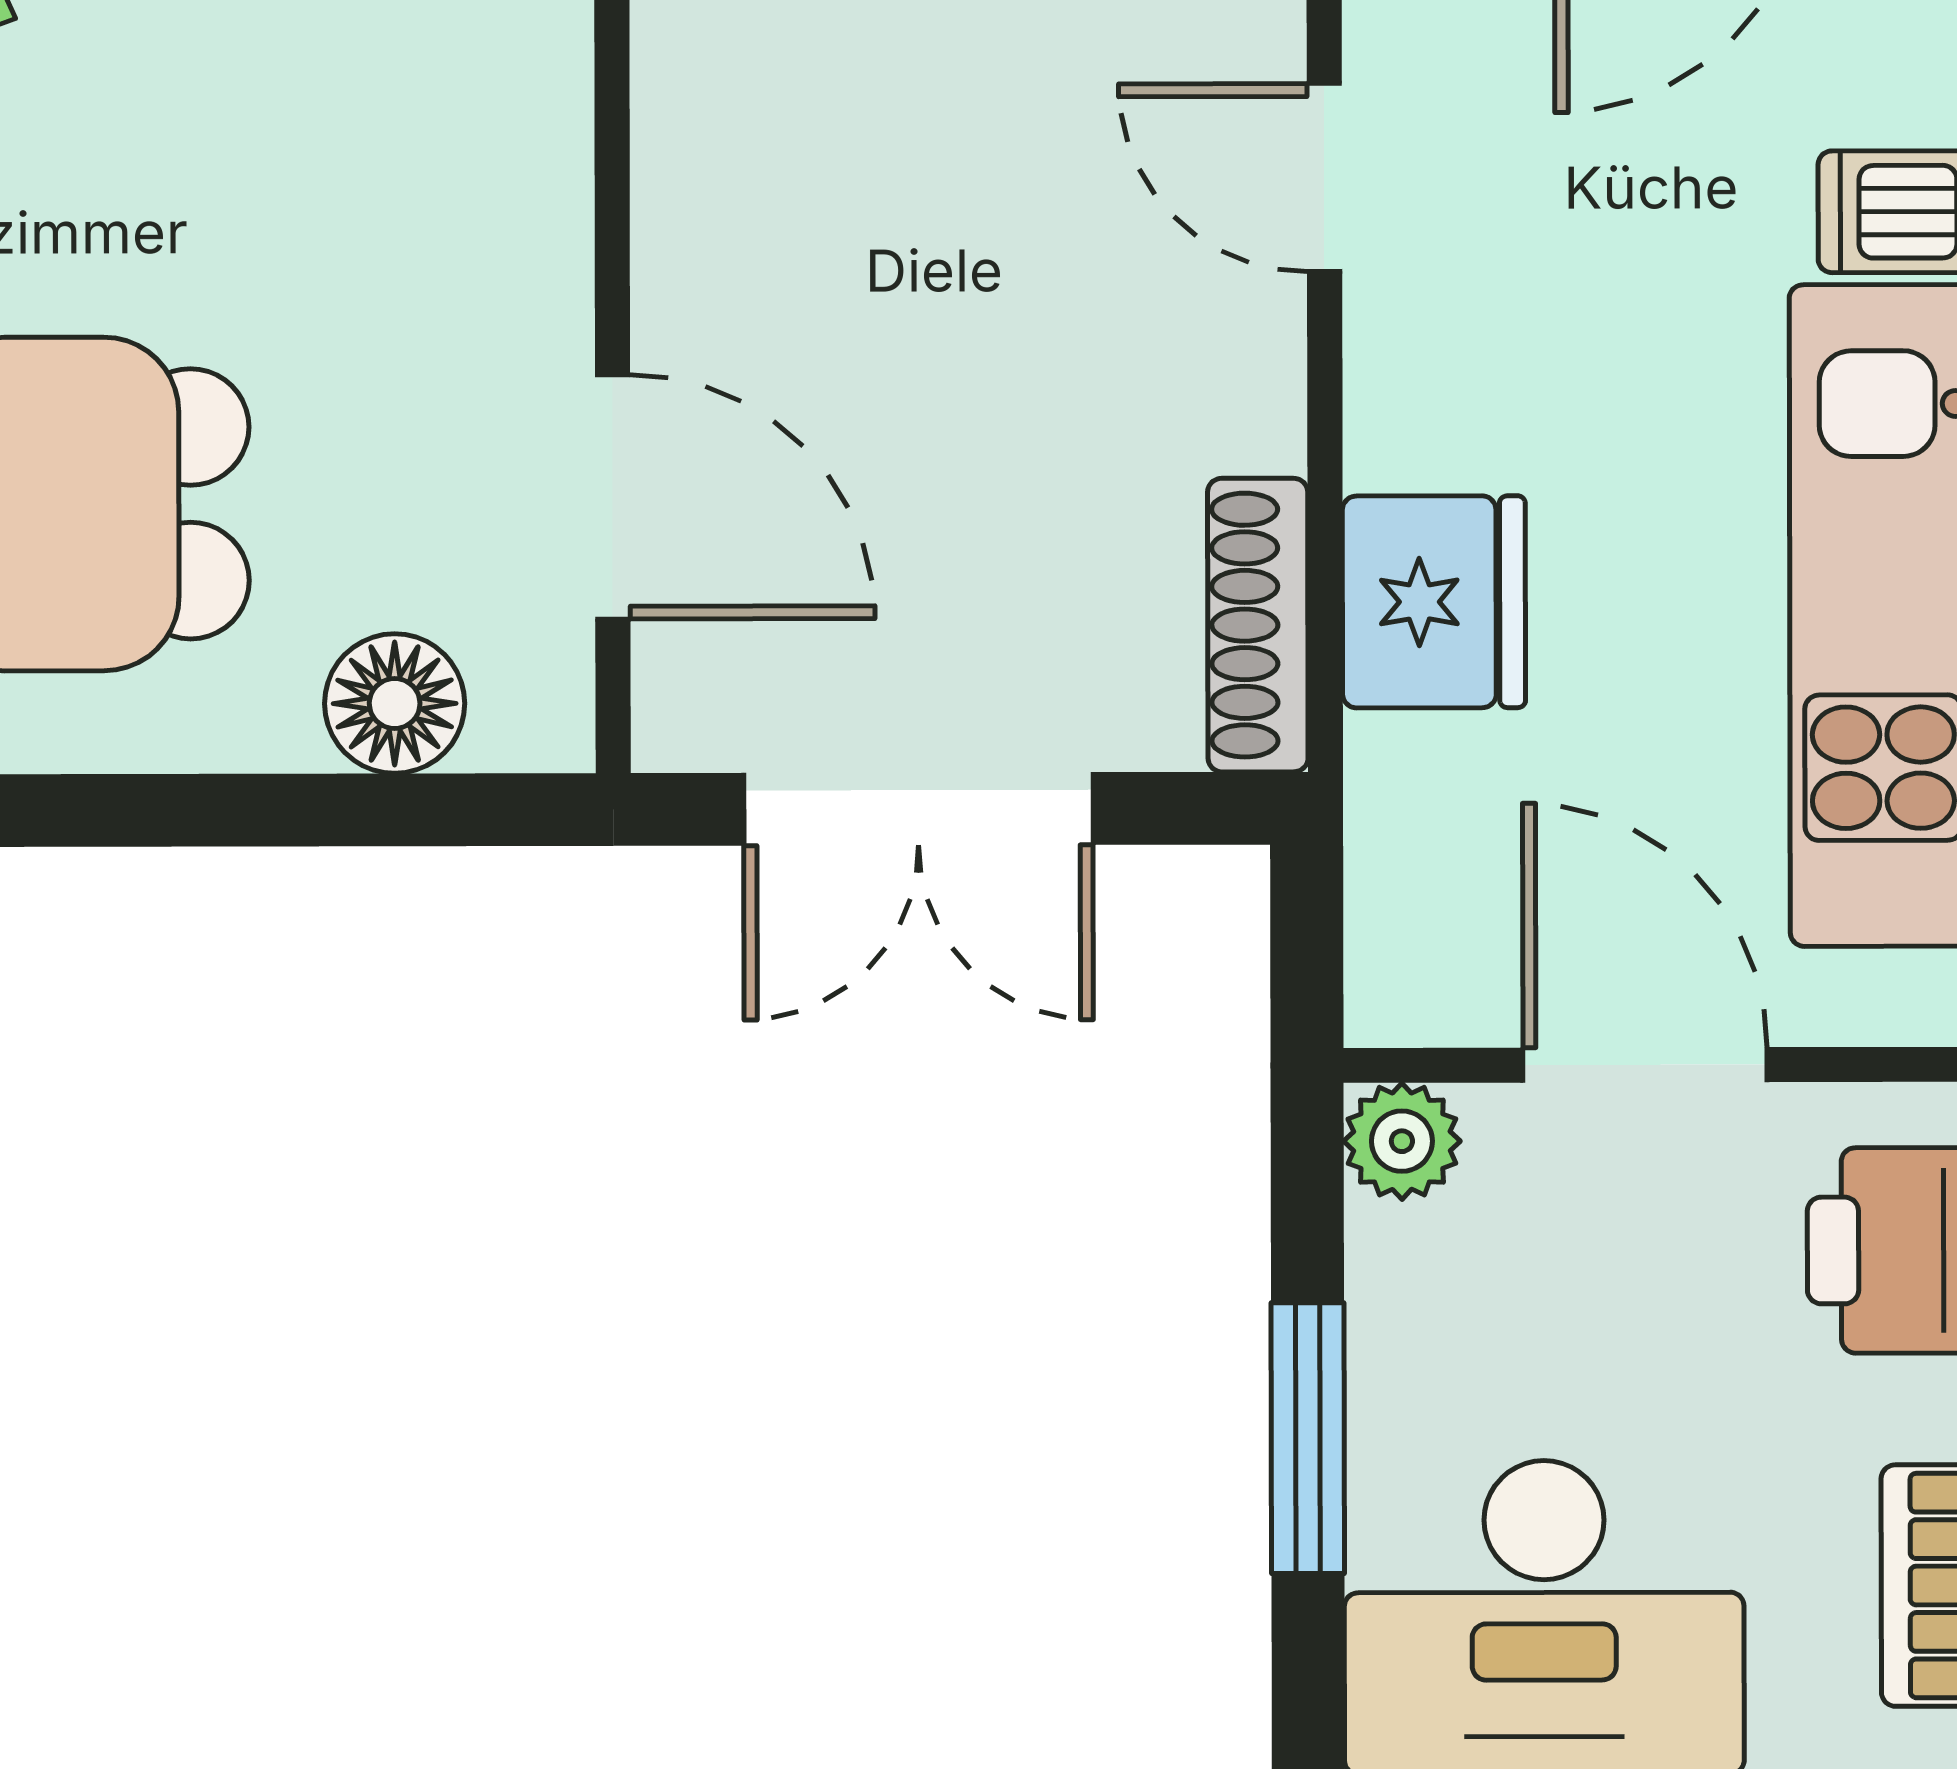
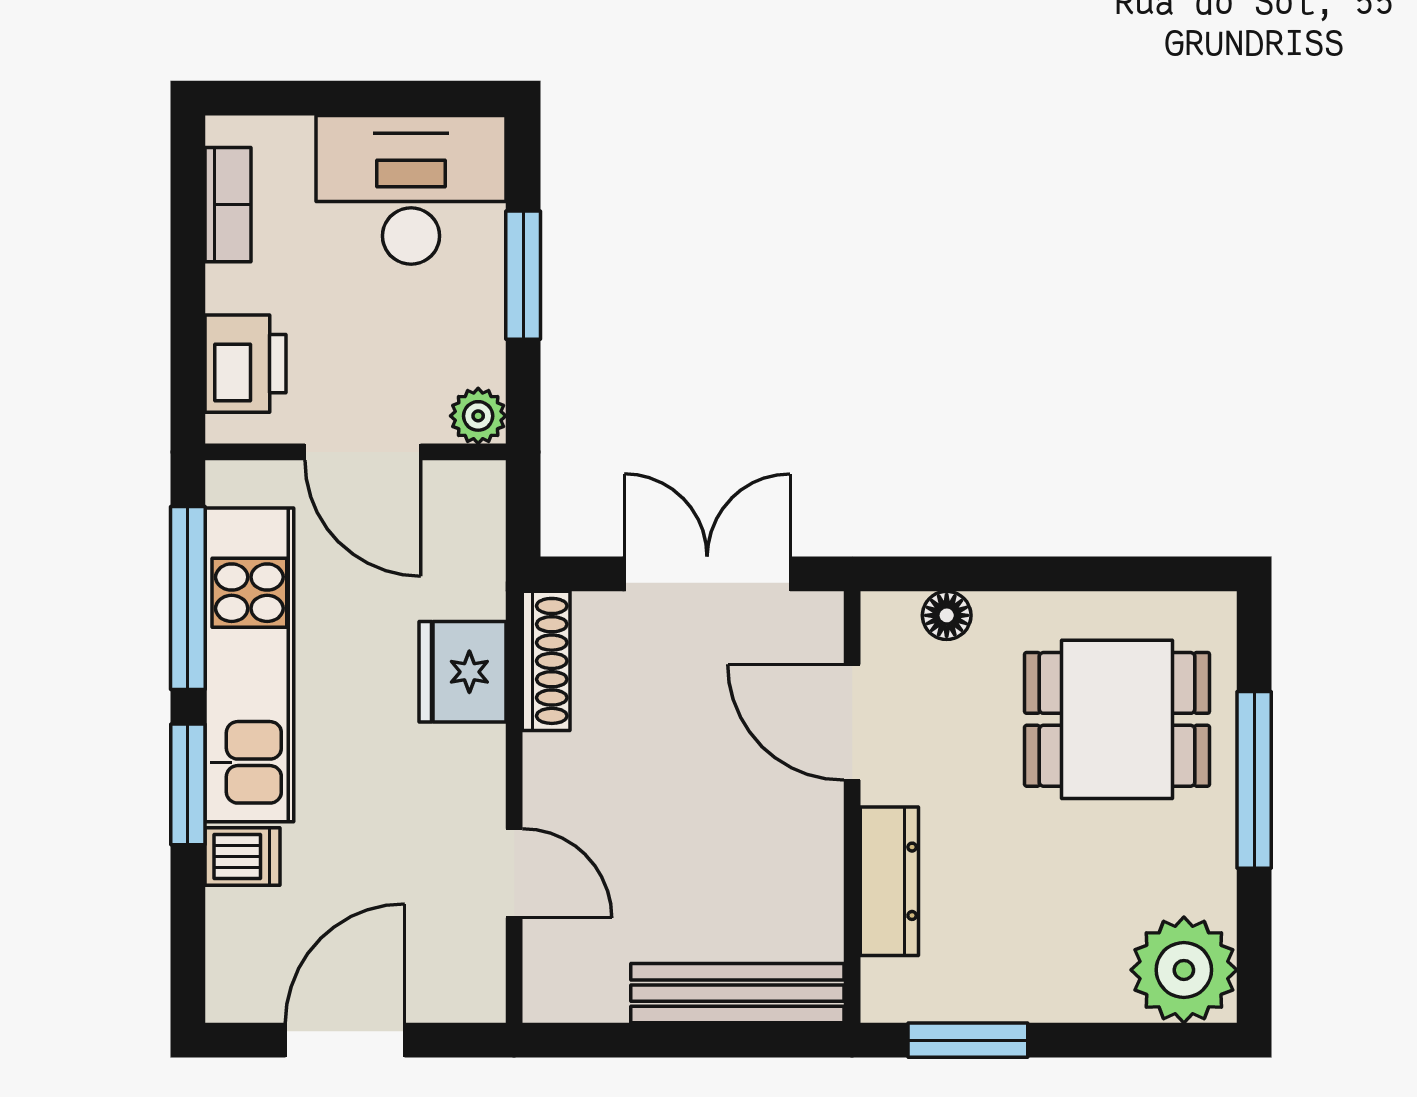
dresser: (533, 162) -> (889, 881), added
floor lamp: (395, 704) -> (947, 615), width x0.73, depth x0.73

